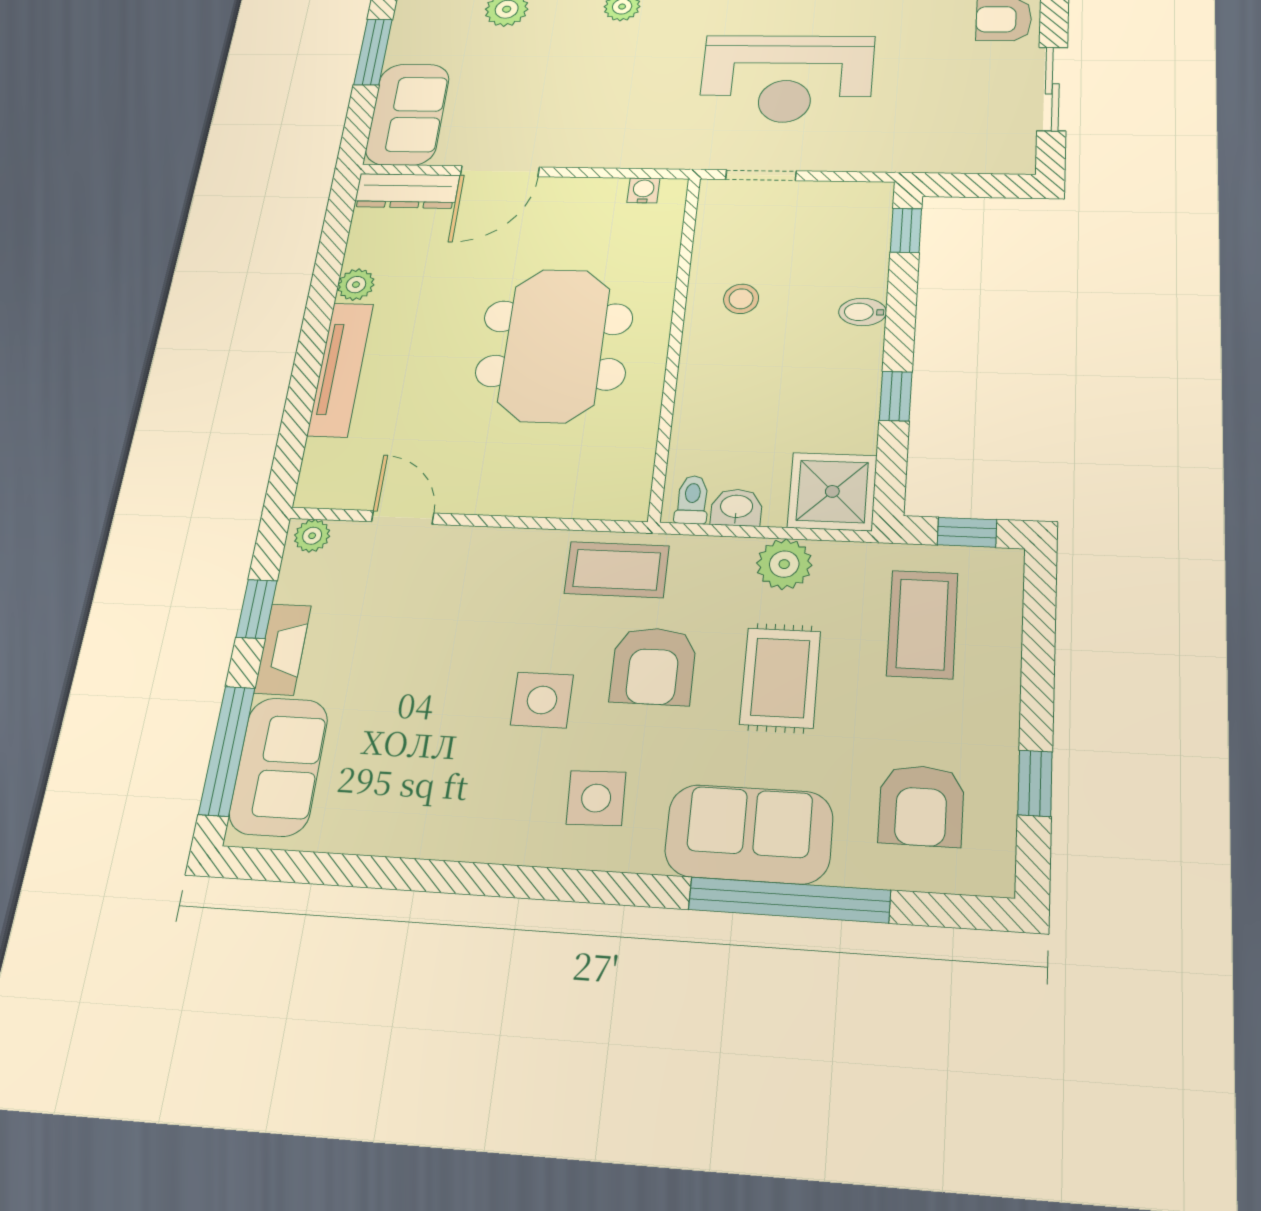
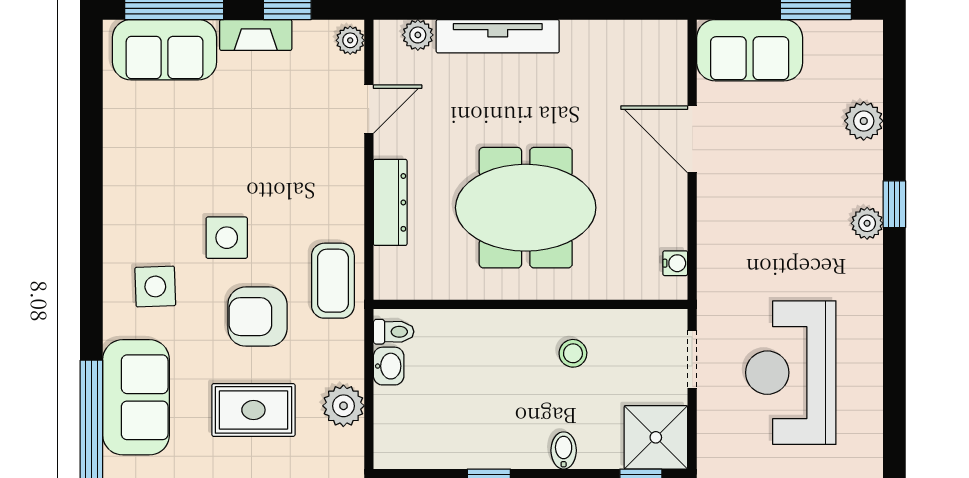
dresser: (407, 191) -> (390, 202), moved, turned 180
plant: (356, 285) -> (418, 35), moved
shower: (832, 491) -> (656, 437), moved

